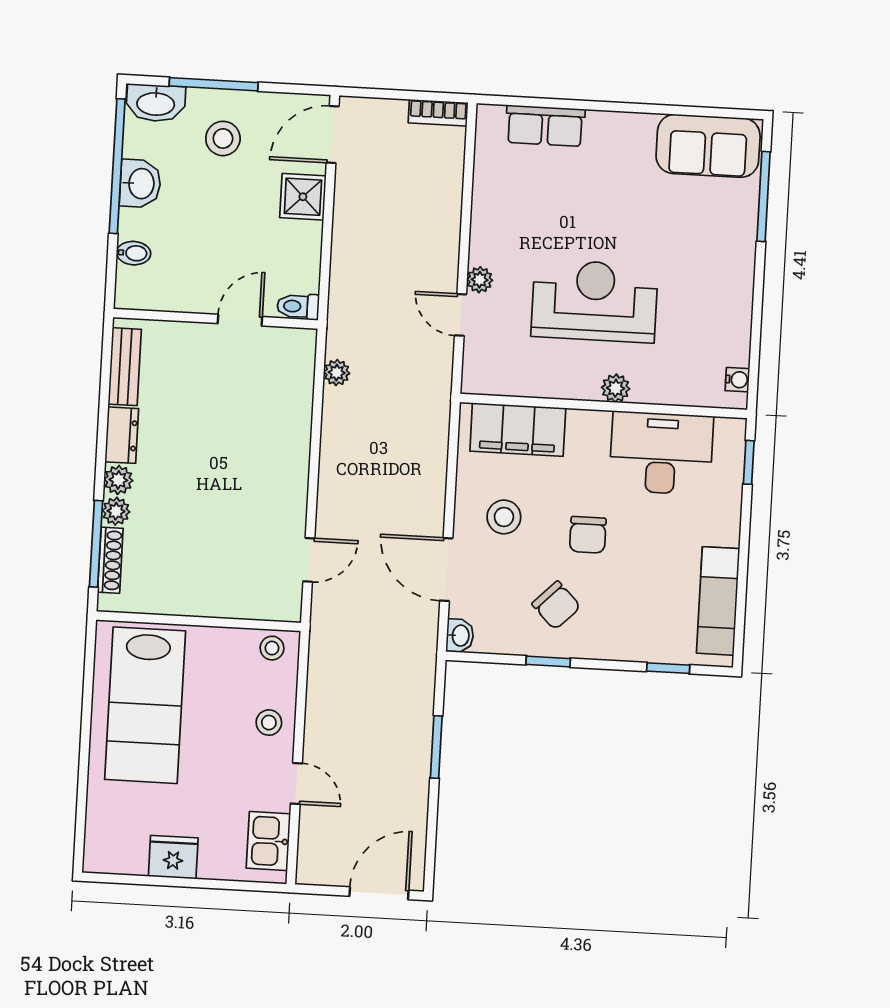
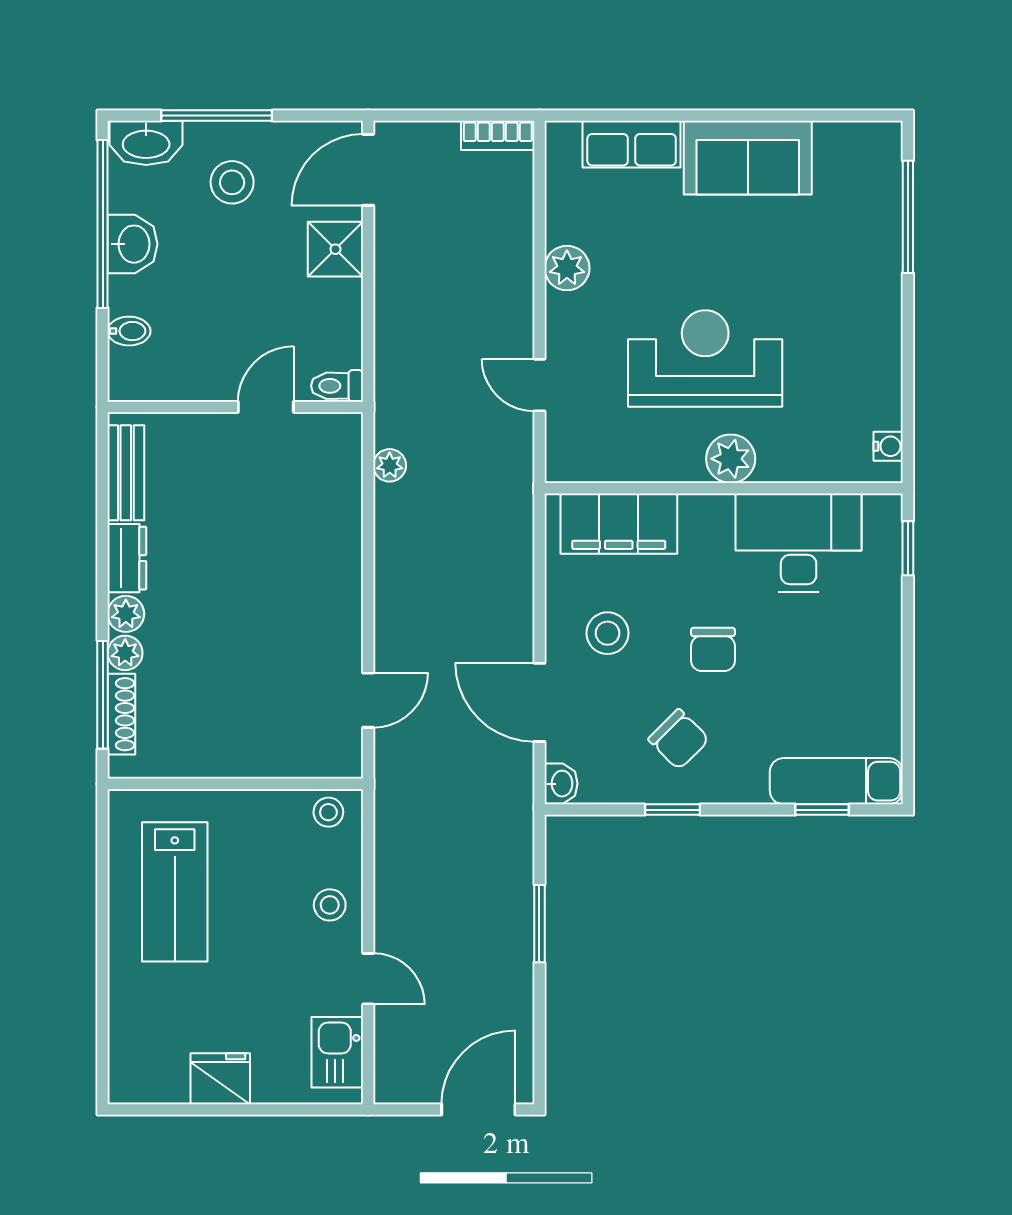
sofa: (708, 146) -> (748, 158), moved
plant: (480, 280) -> (567, 268), moved, width x1.38, depth x1.38
plant: (616, 388) -> (731, 459), width x1.38, depth x1.38
exam couch: (718, 601) -> (836, 781), moved, turned 90
lab bench: (145, 705) -> (175, 892), width x0.73, depth x0.72

